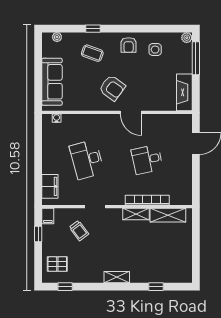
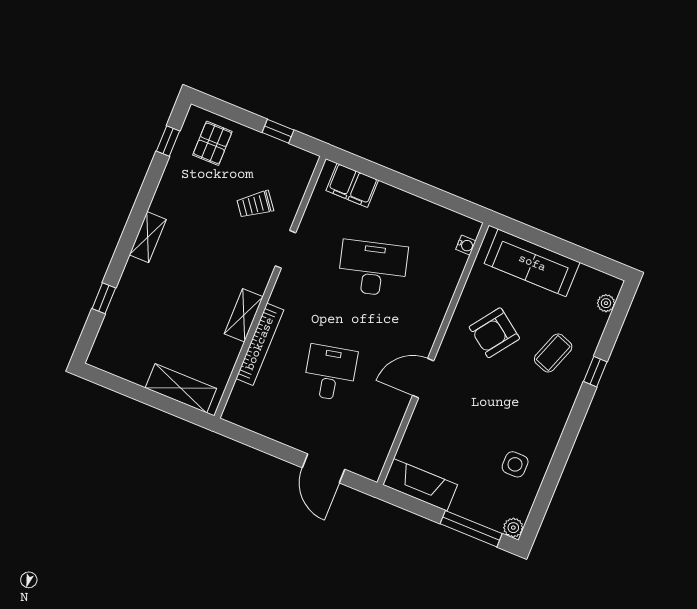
armchair: (129, 45) -> (542, 422), removed
armchair: (112, 88) -> (494, 333), moved
shelving: (168, 215) -> (181, 388), moved, turned 90
filing cabinet: (48, 216) -> (303, 161), removed

